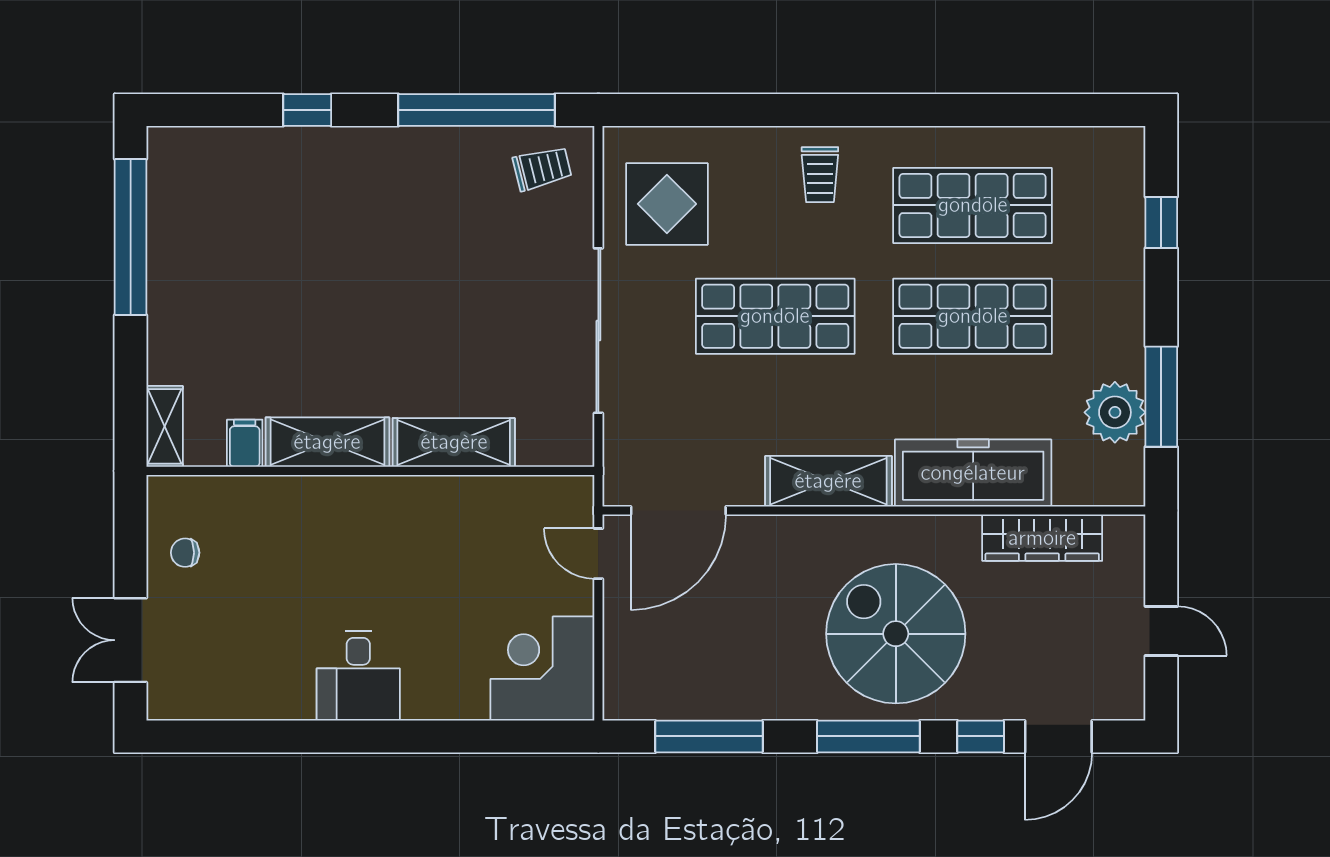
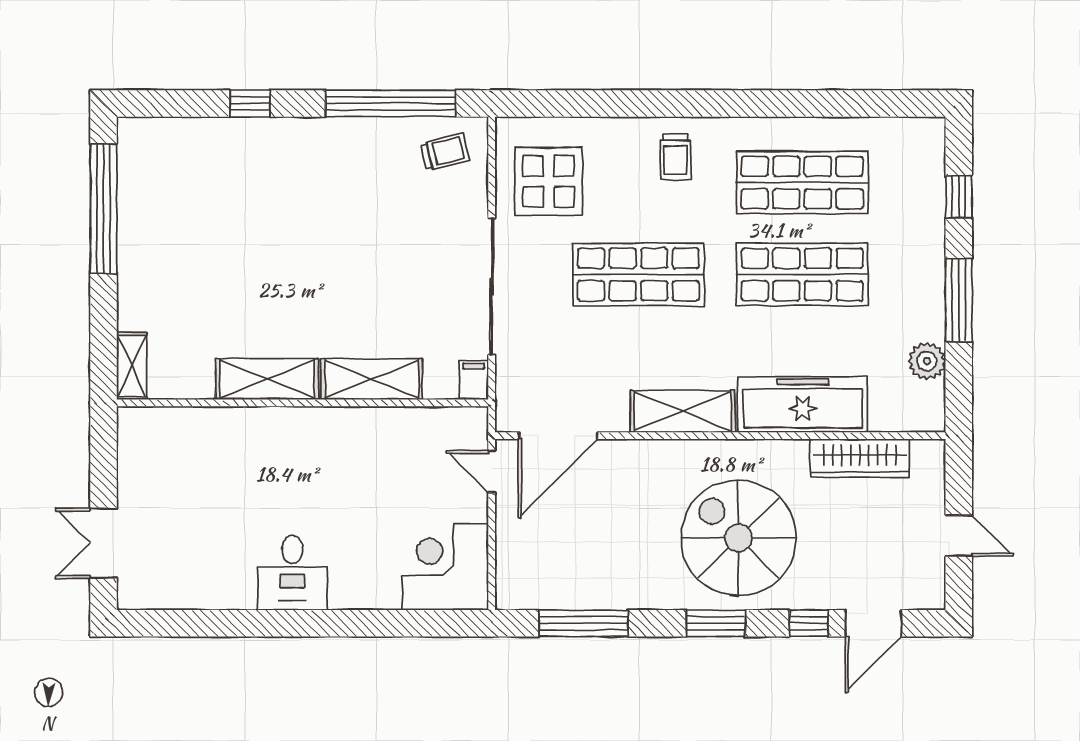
window: (1161, 397) -> (959, 300), moved
plant: (1115, 412) -> (927, 361), width x0.73, depth x0.73
filing cabinet: (245, 443) -> (474, 380), moved
chair: (185, 553) -> (149, 471), removed
window: (868, 736) -> (716, 623), width x0.69

